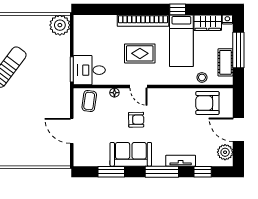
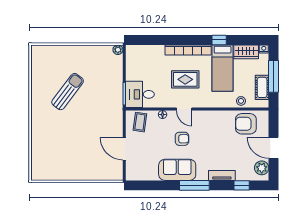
plant: (60, 25) -> (118, 50), width x0.53, depth x0.53
window: (111, 172) -> (160, 185), removed
window: (162, 172) -> (194, 185), moved

